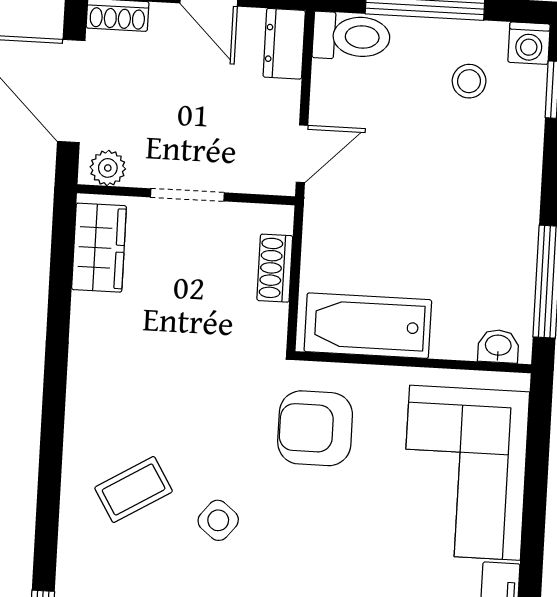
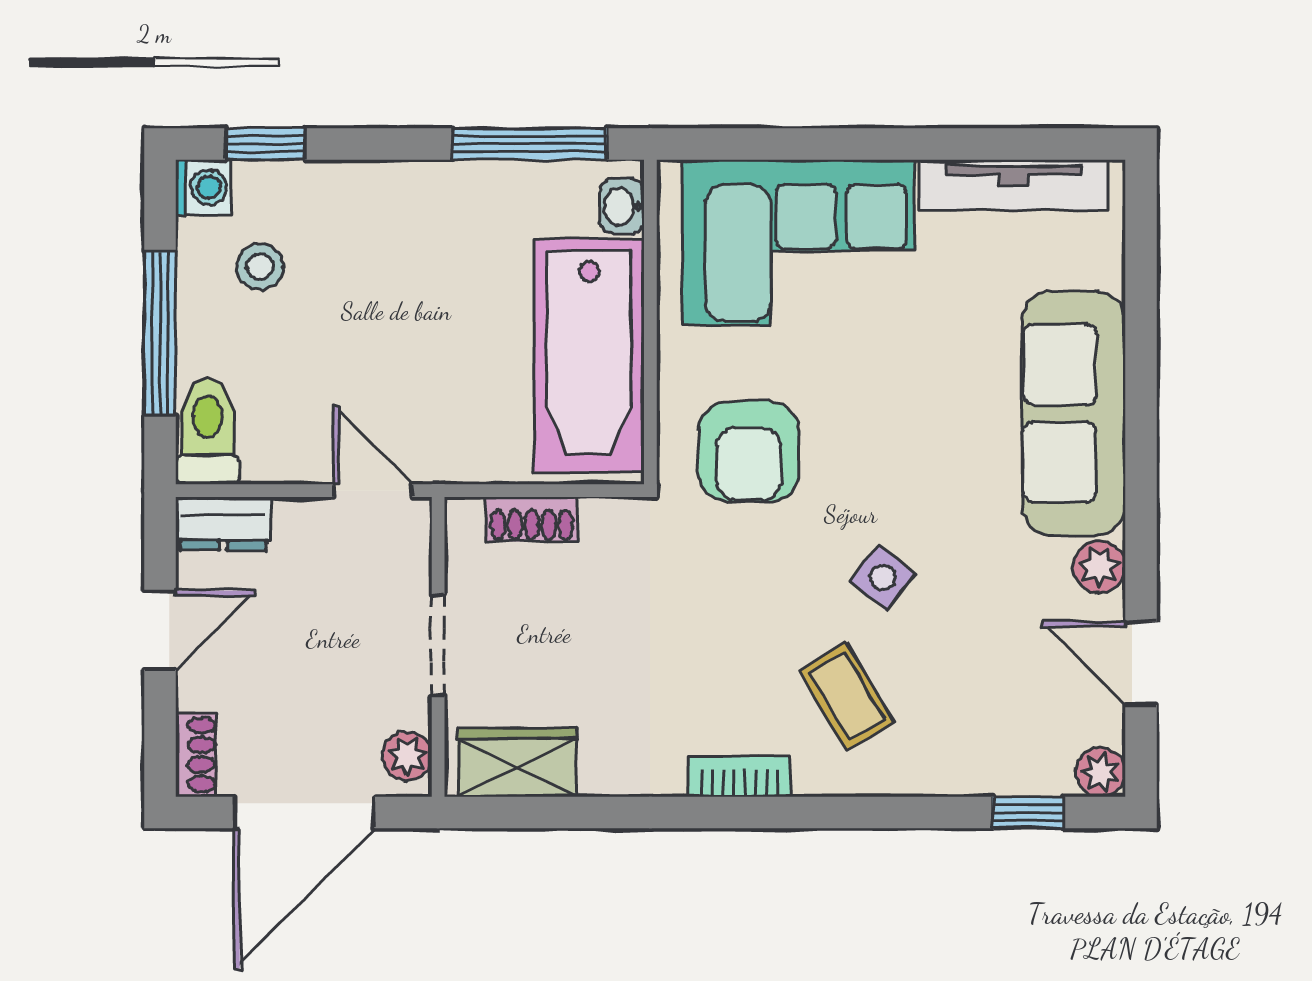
bathtub: (368, 326) -> (589, 356), width x1.36, depth x1.36
bookcase: (80, 408) -> (740, 776), added

